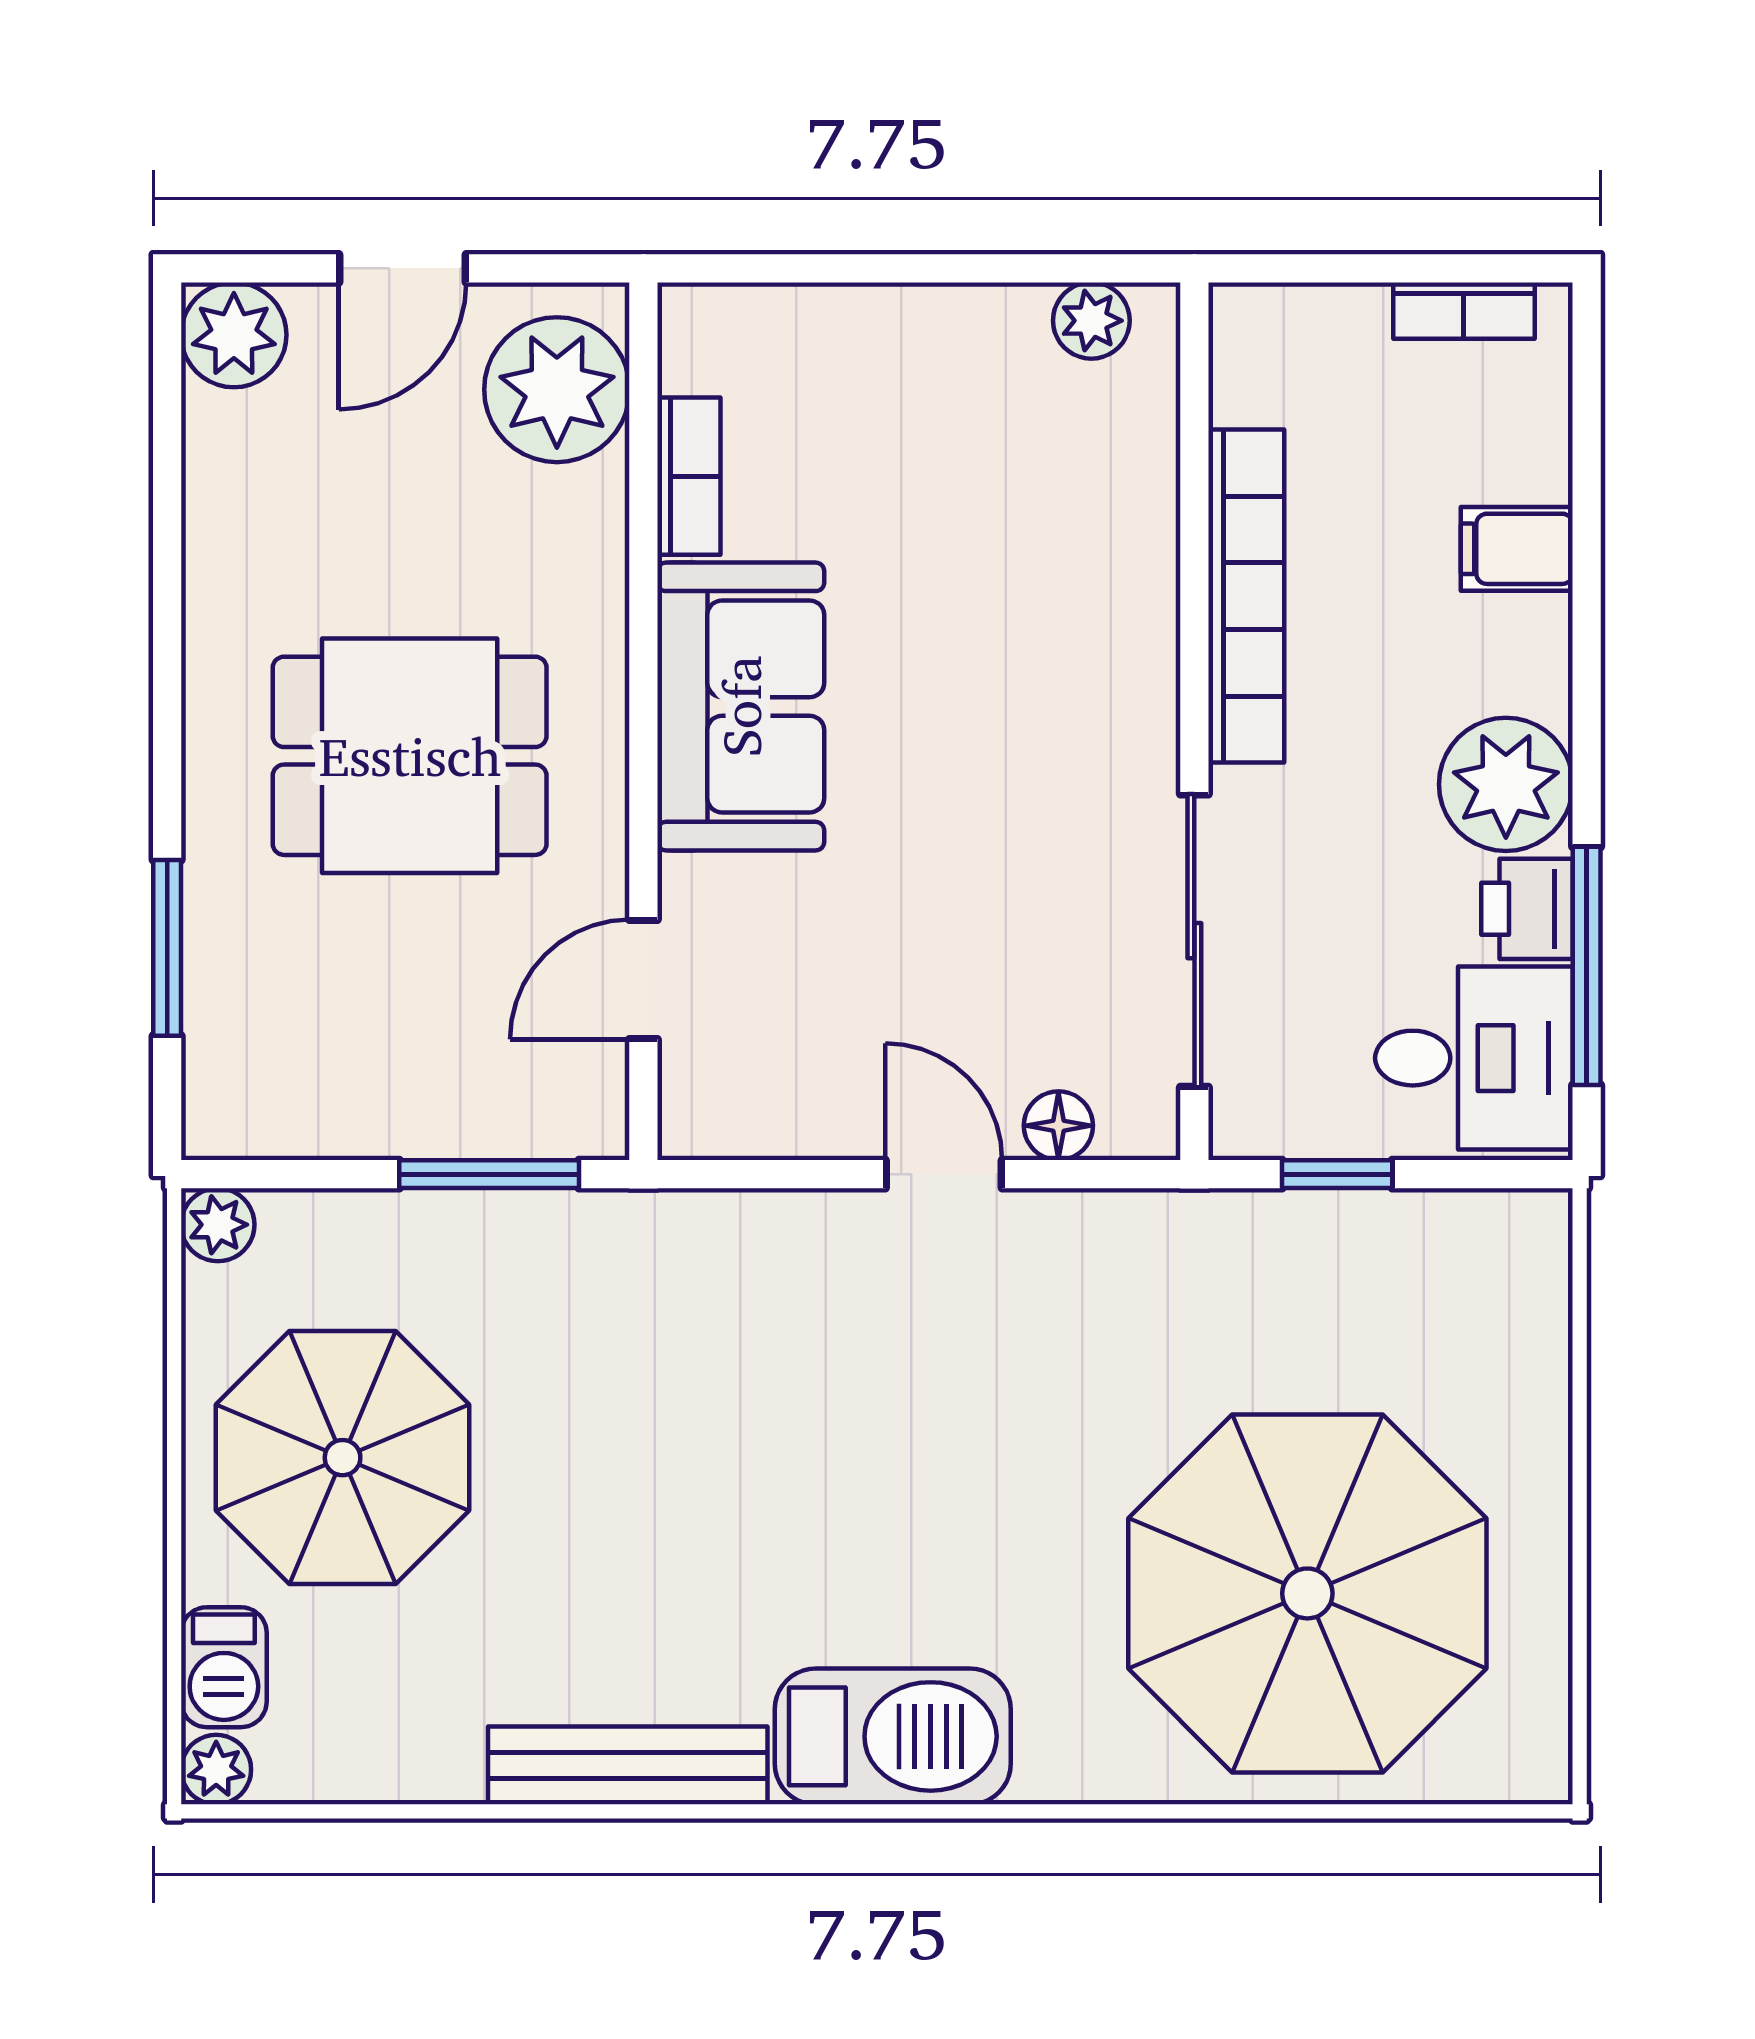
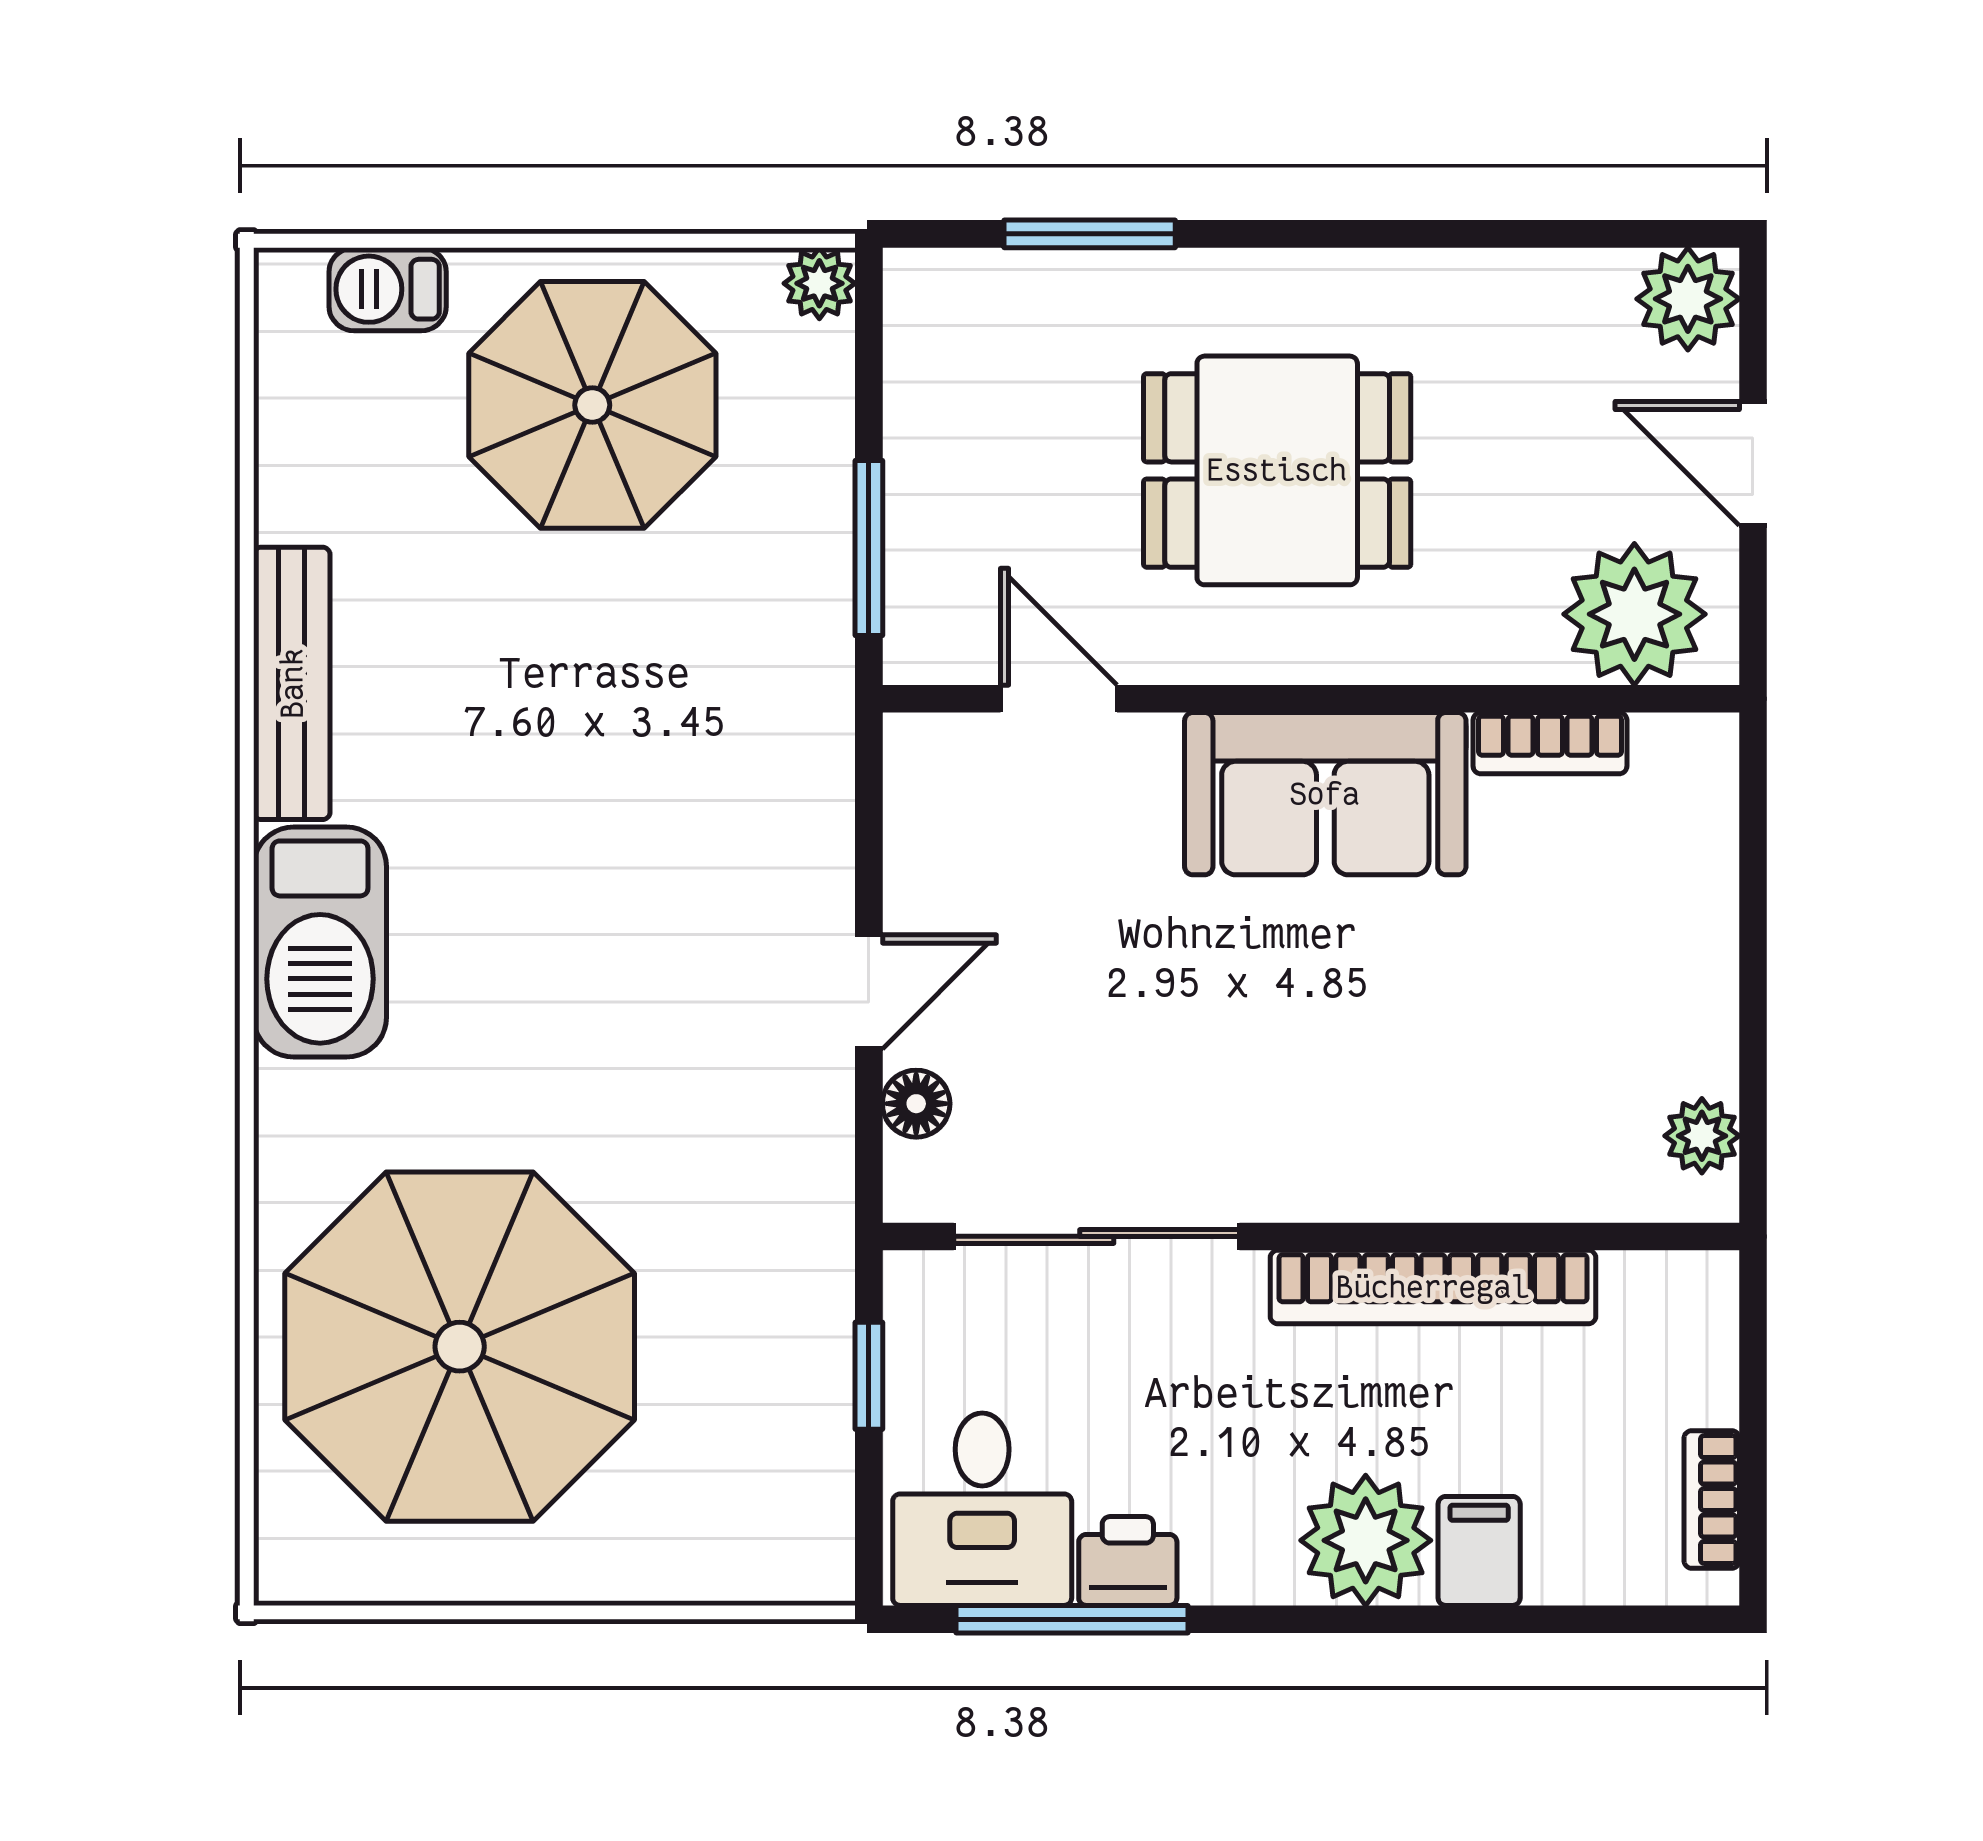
dining table: (410, 756) -> (1277, 470), turned 90
plant: (1506, 784) -> (1366, 1540), moved
plant: (216, 1770) -> (288, 282), removed

